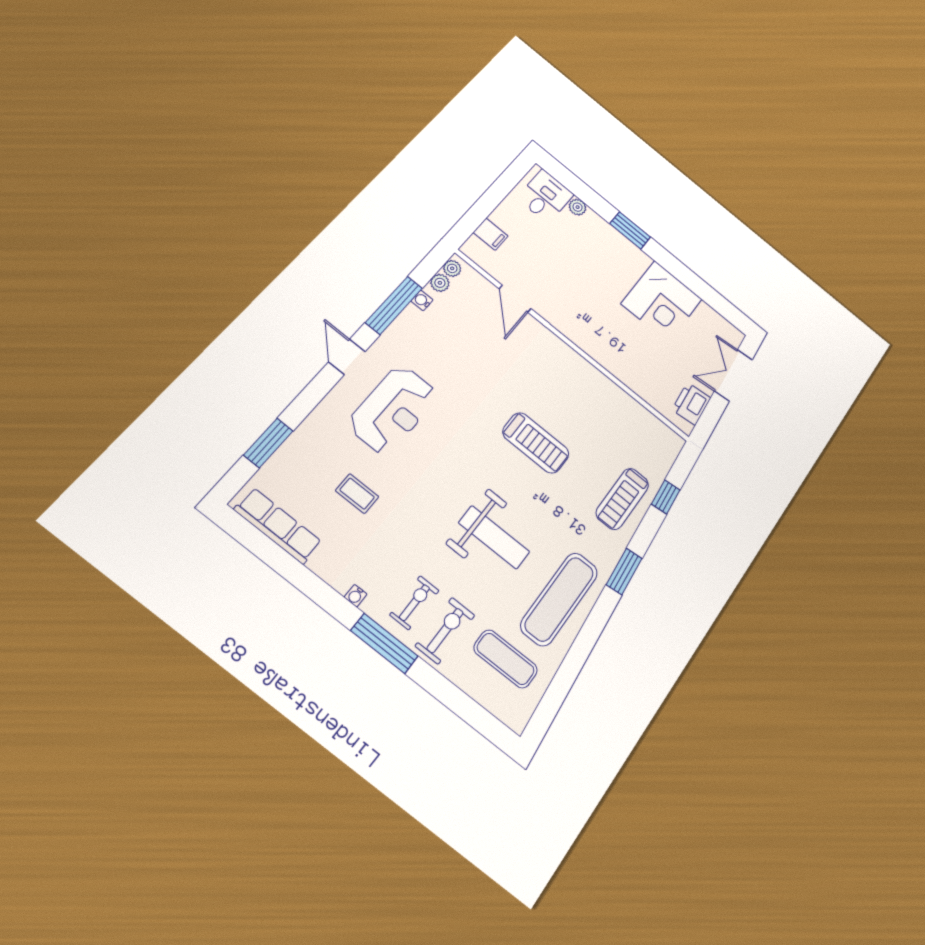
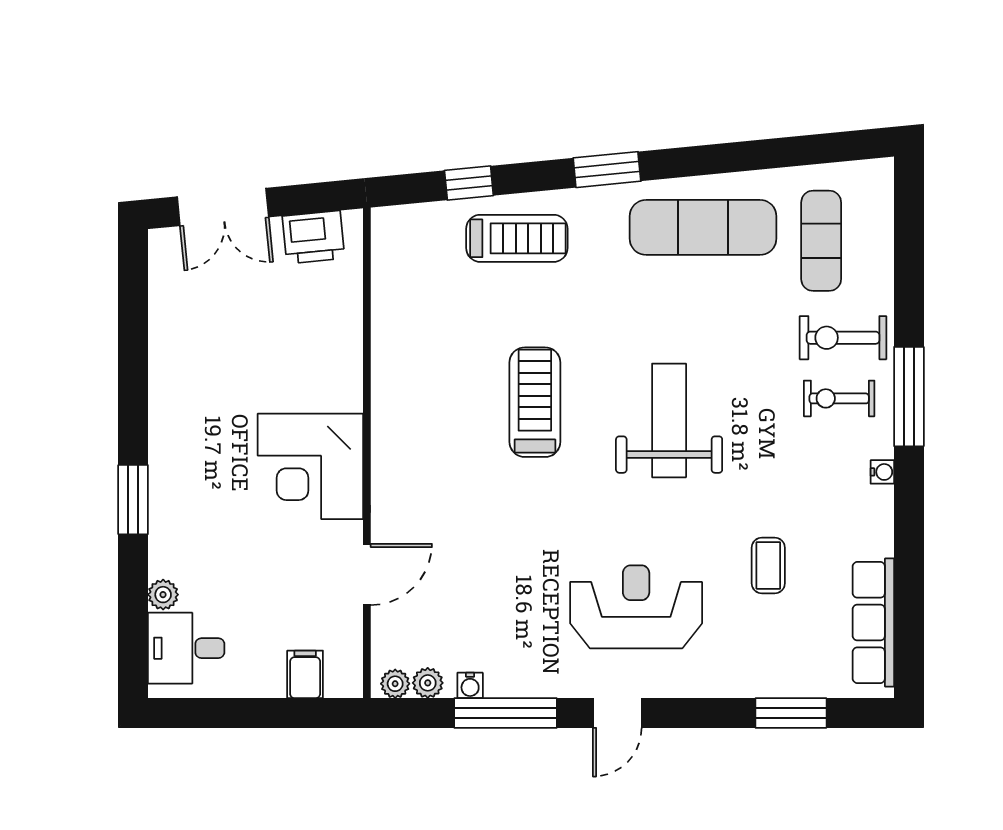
corner desk: (662, 301) -> (310, 466), moved, turned 180
weight bench: (494, 537) -> (669, 420), moved

